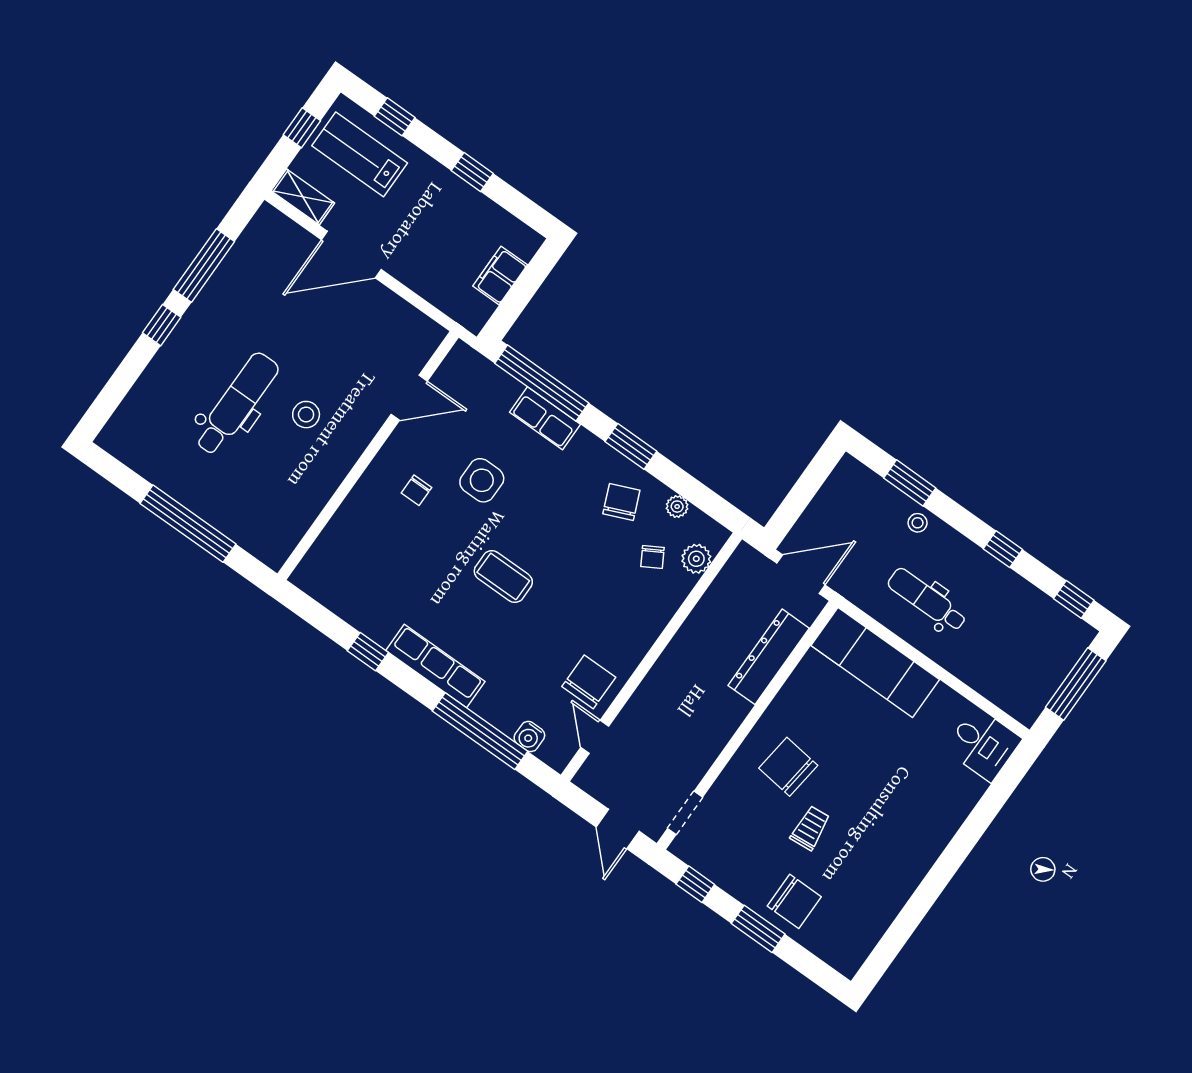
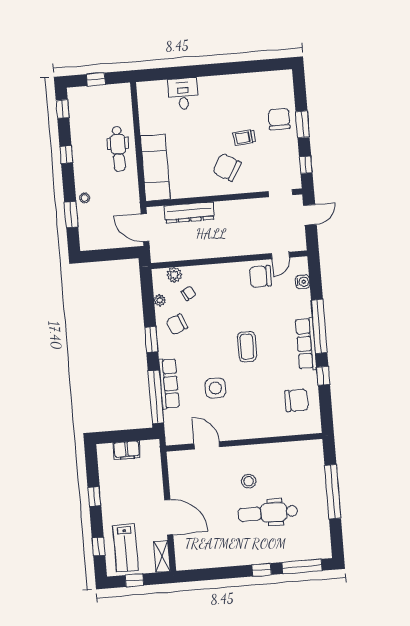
window: (204, 266) -> (302, 566), moved
row of seats: (545, 418) -> (169, 384), width x1.48
chair: (417, 490) -> (296, 400), moved, width x1.87, depth x1.87
dental chair: (927, 600) -> (118, 149), moved
window: (1076, 684) -> (96, 79), width x0.46
window: (480, 731) -> (319, 326), moved
desk: (983, 744) -> (183, 94), moved
chair: (788, 767) -> (227, 167), turned 114

